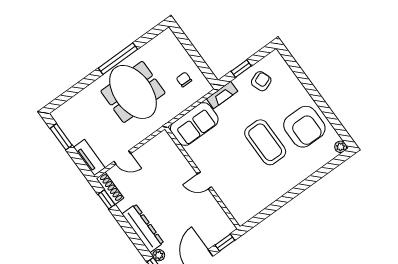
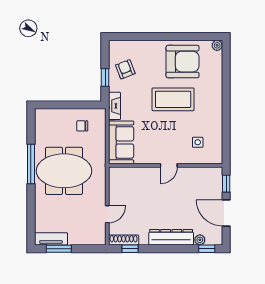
tv unit: (89, 158) -> (51, 239), moved
side table: (243, 191) -> (198, 142), added

